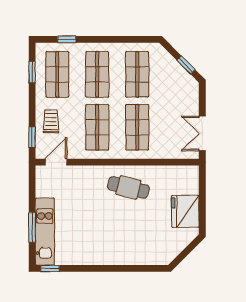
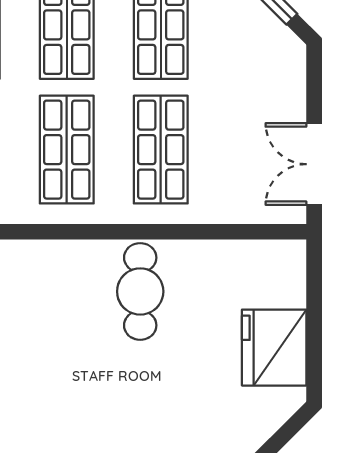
cafe table: (128, 187) -> (140, 291), turned 76

